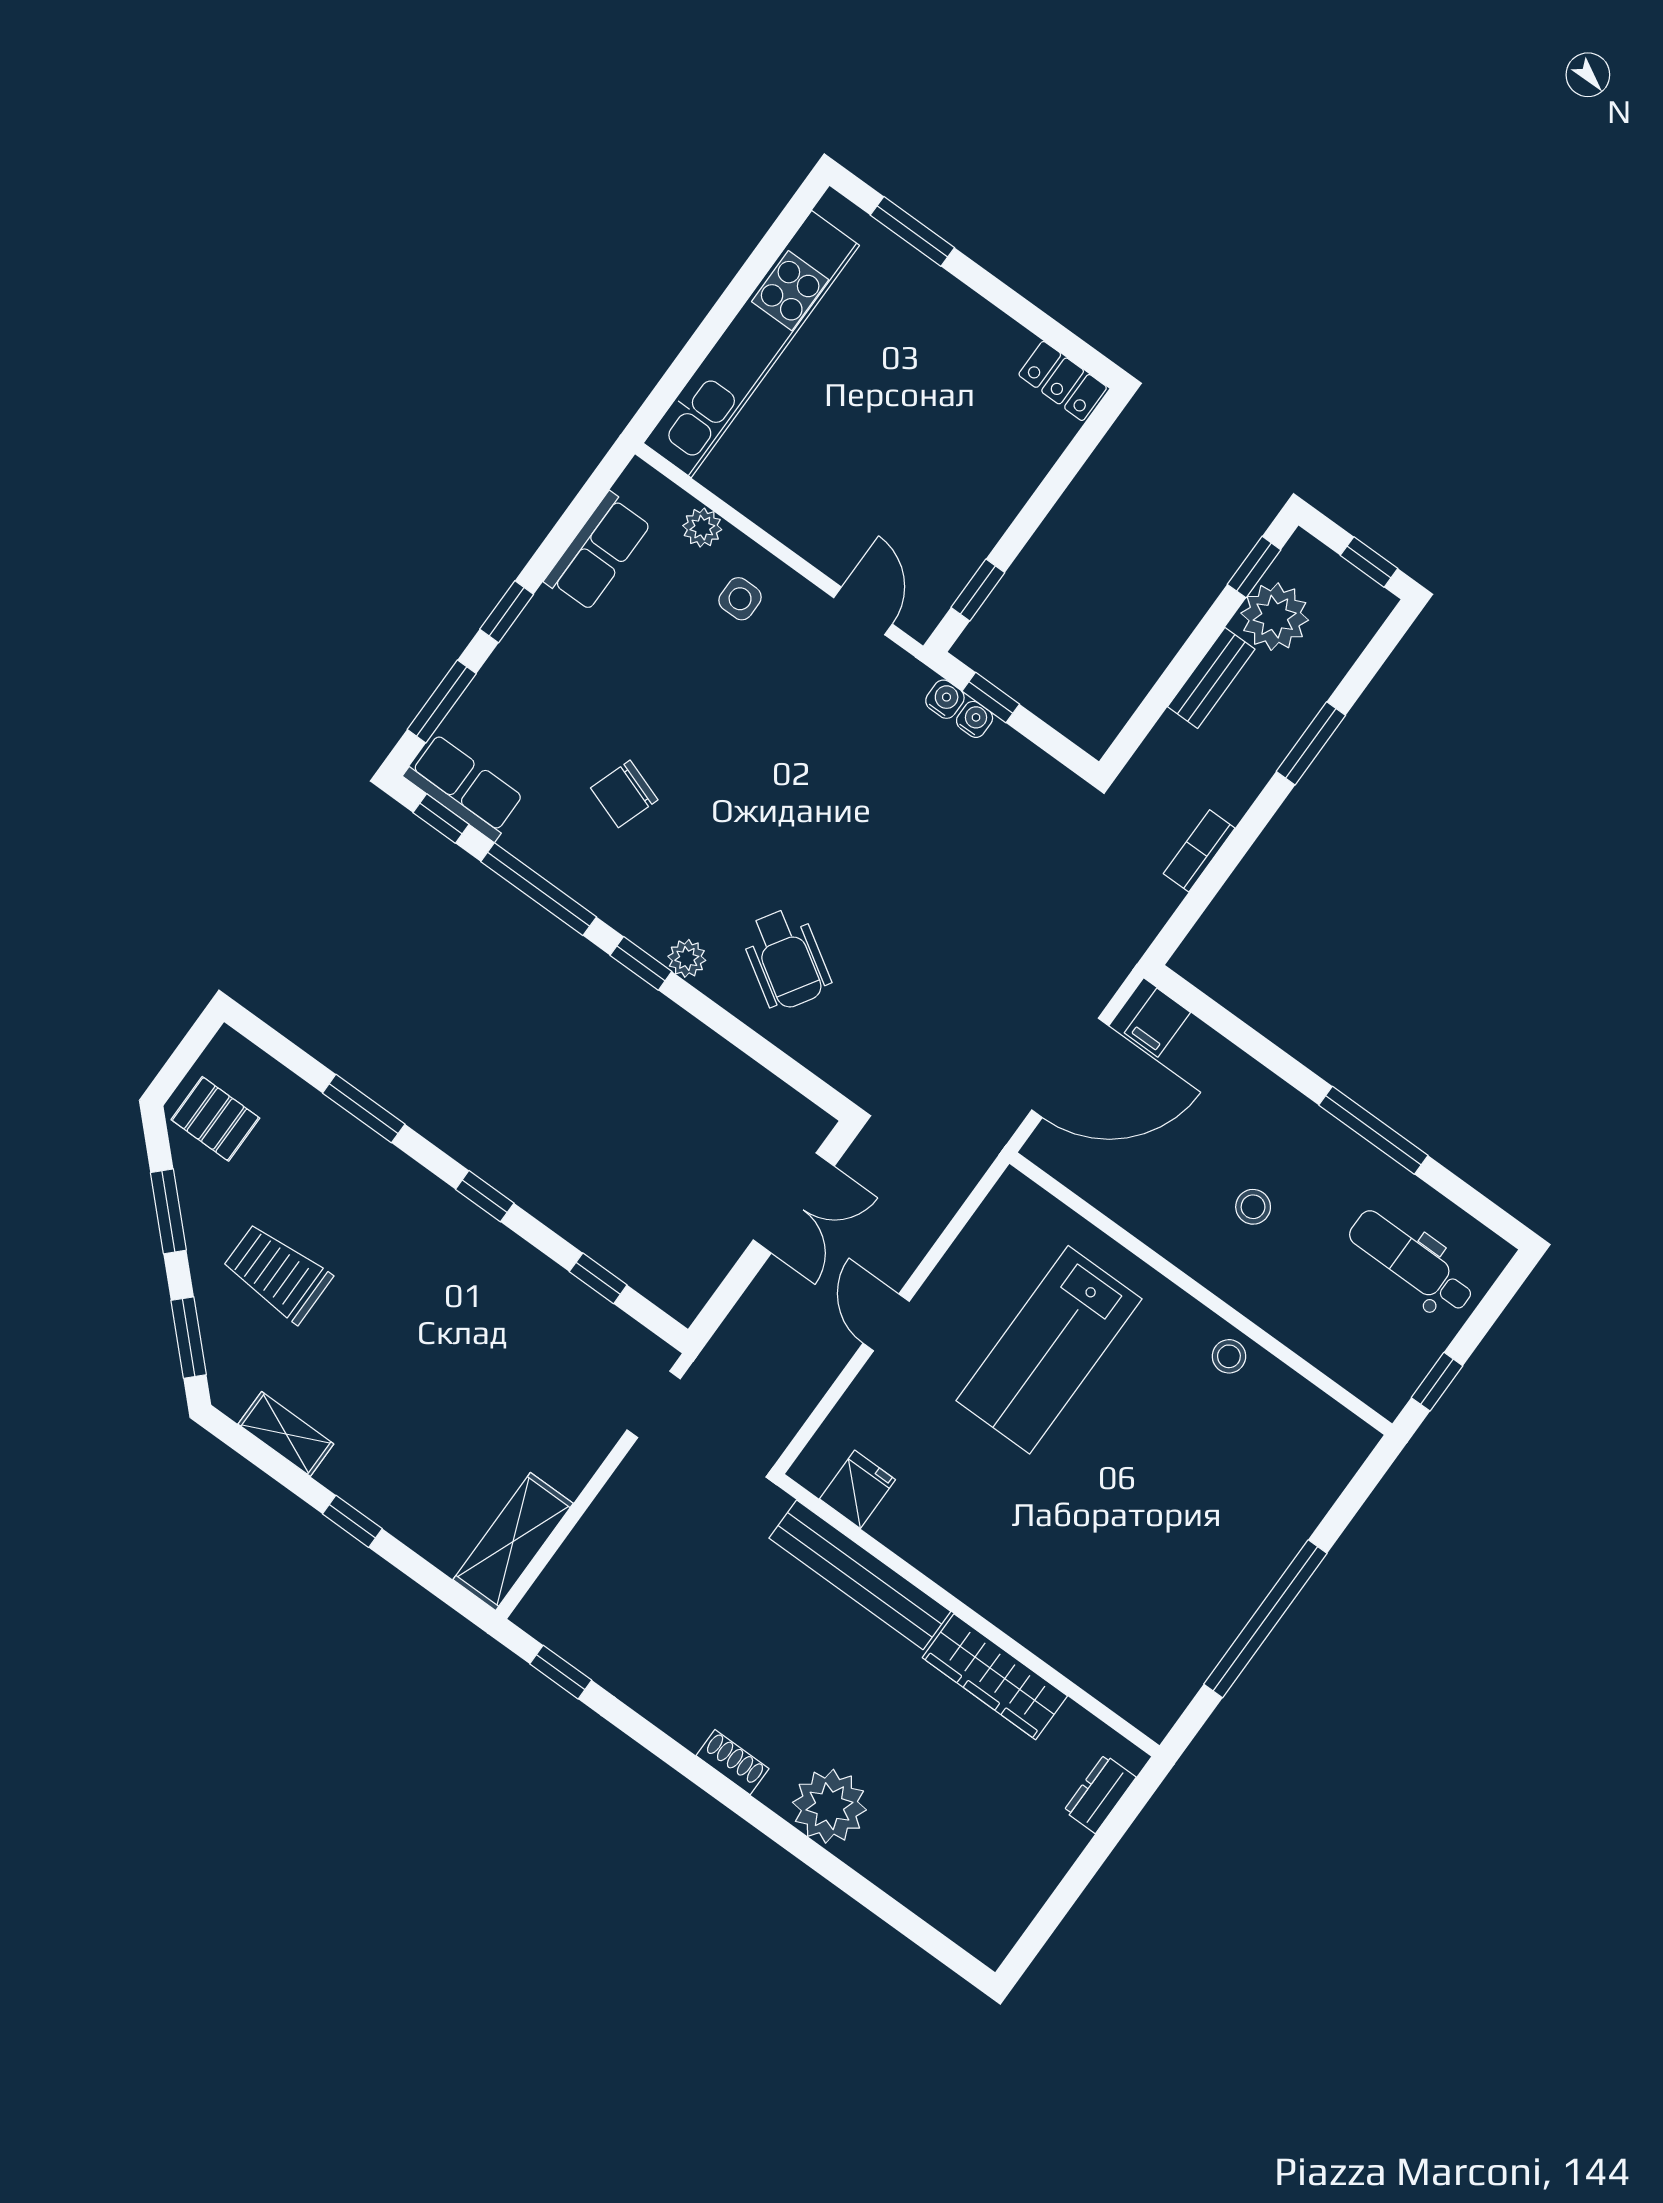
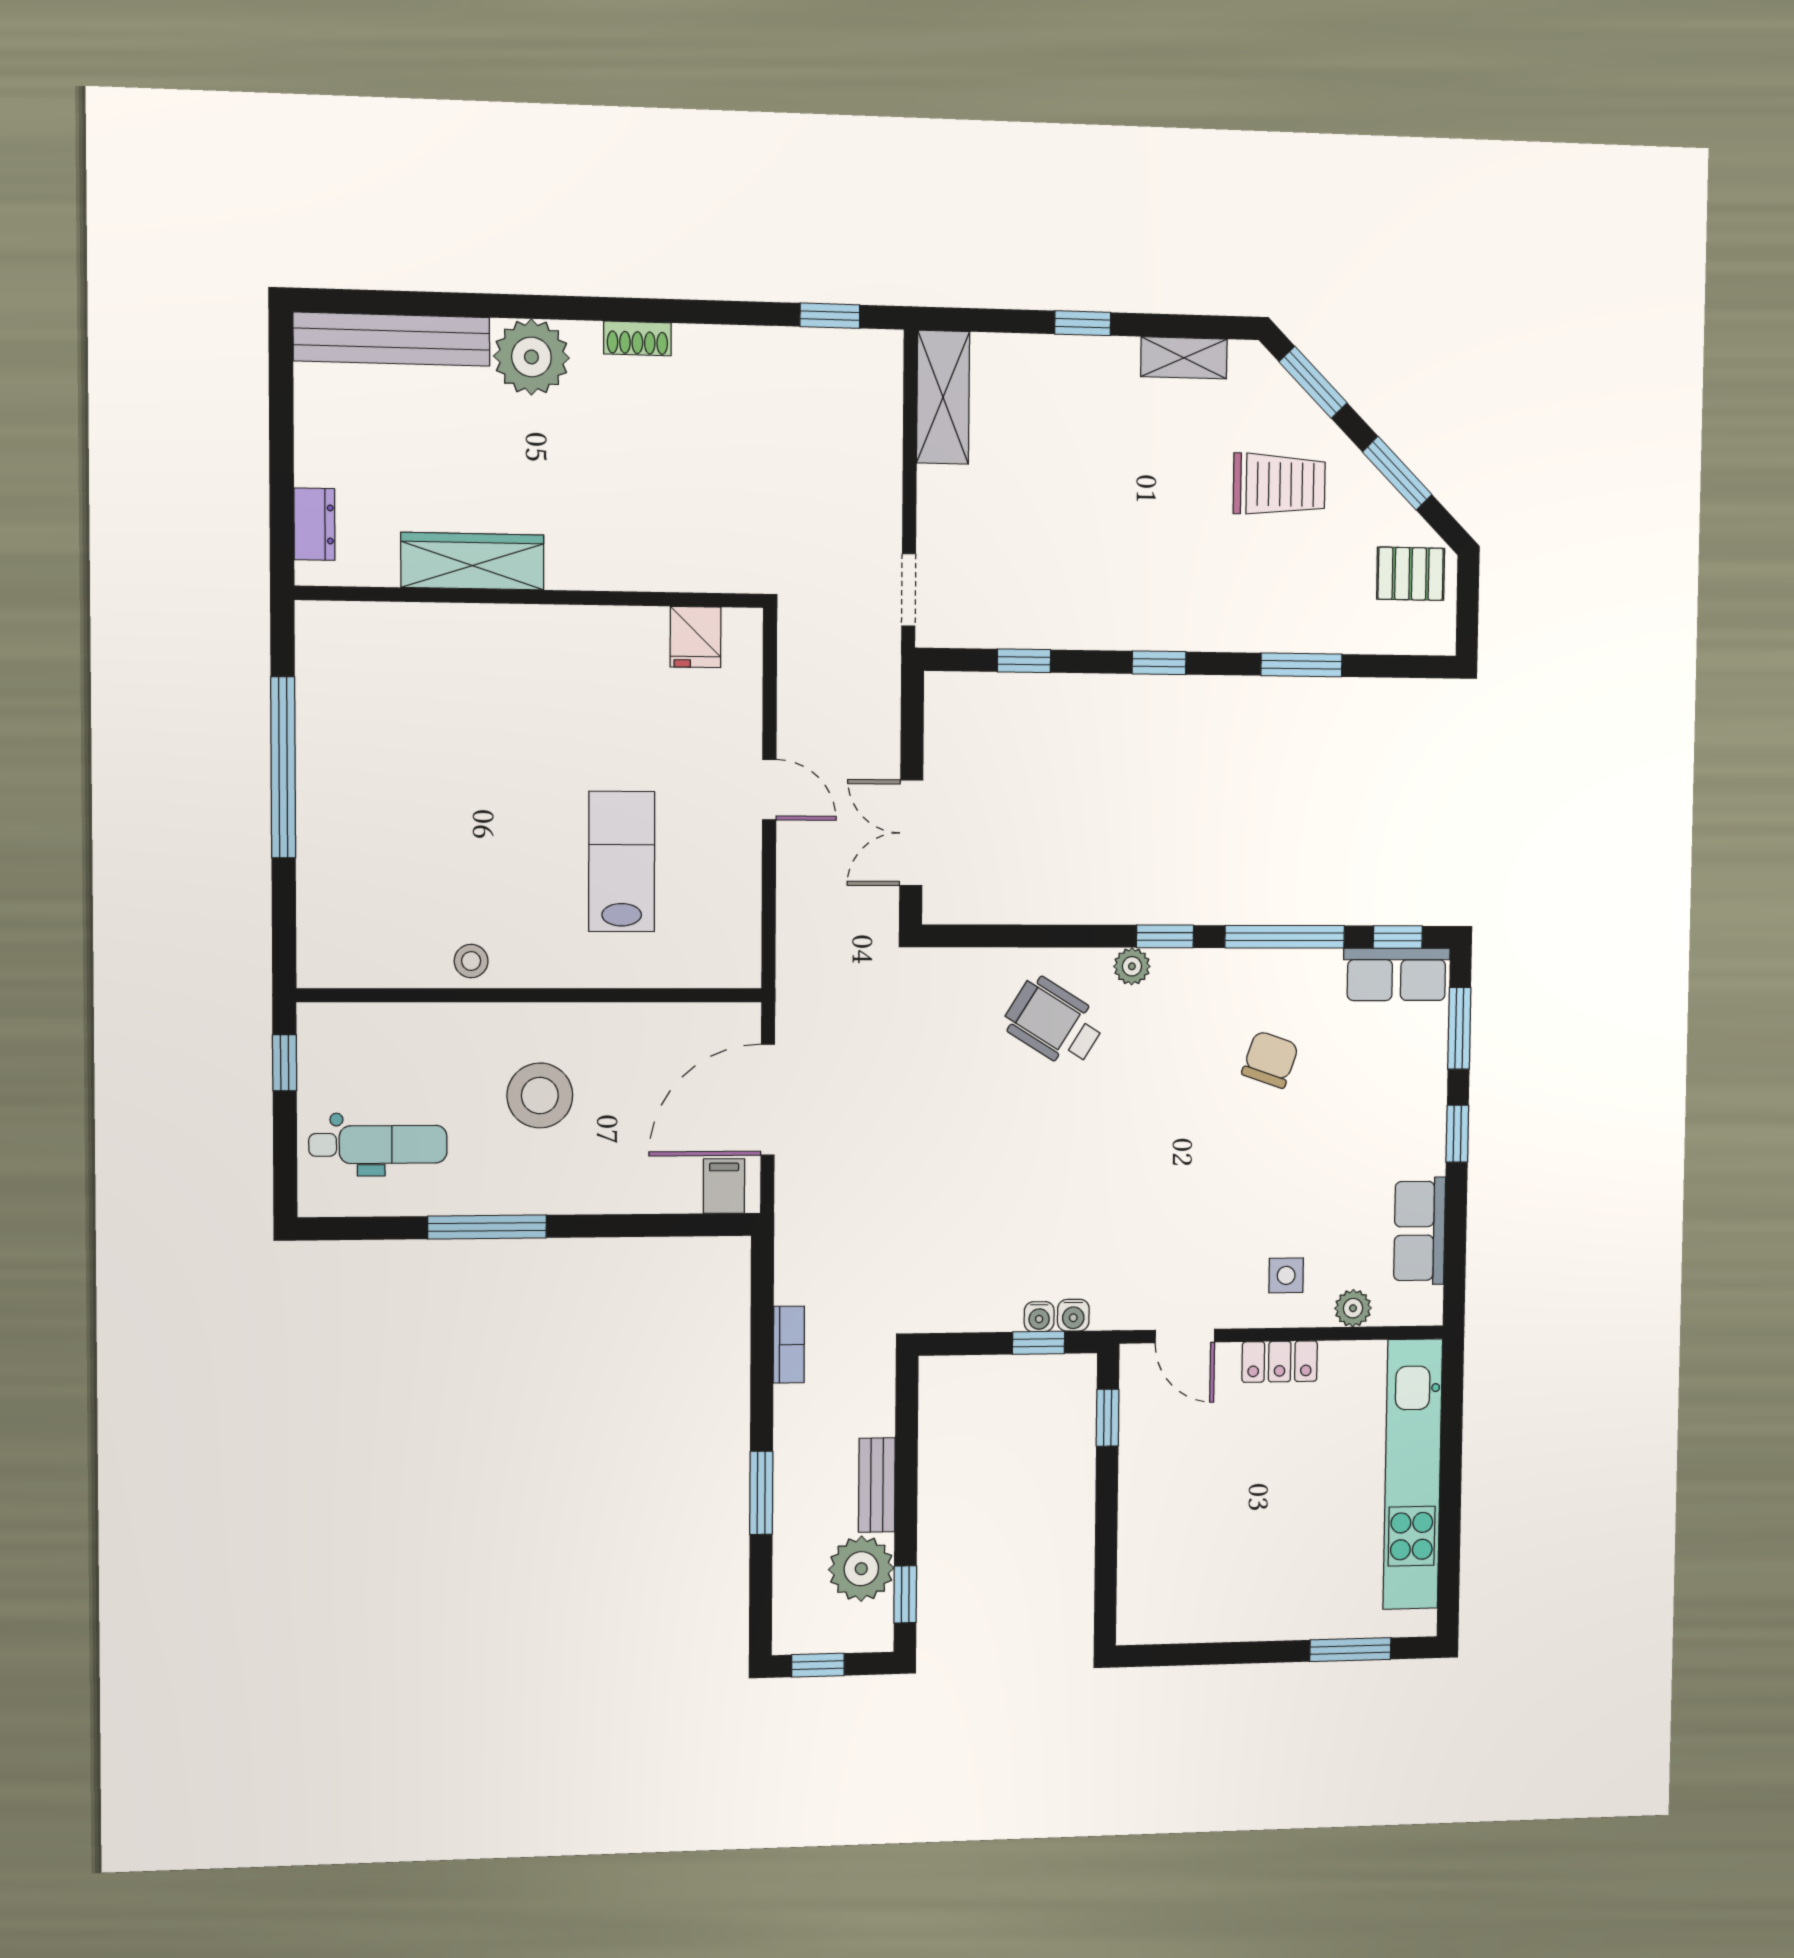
locker: (1063, 381) -> (1280, 1362), moved, turned 180
stool: (1253, 1207) -> (540, 1095), width x1.89, depth x1.89
lab bench: (1049, 1350) -> (622, 862), width x0.73, depth x0.72
bench: (860, 1575) -> (392, 339), moved

